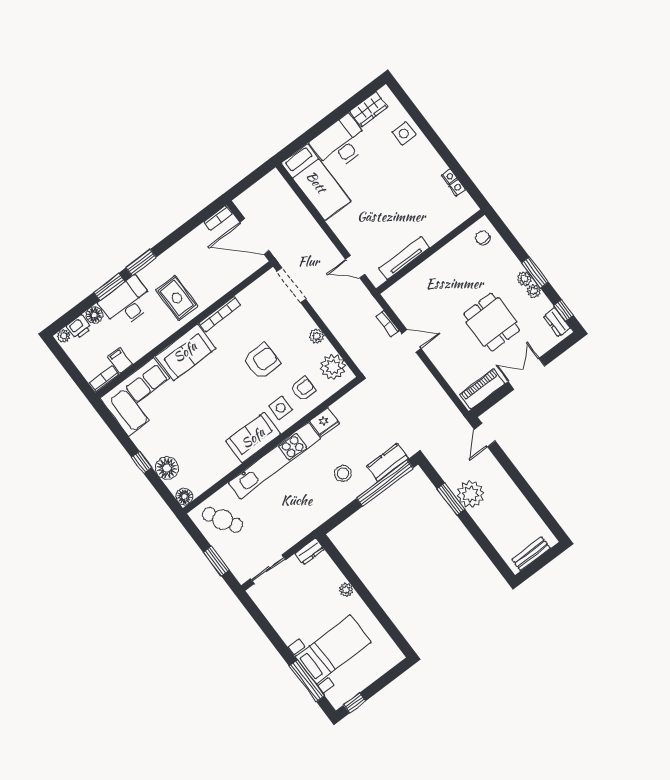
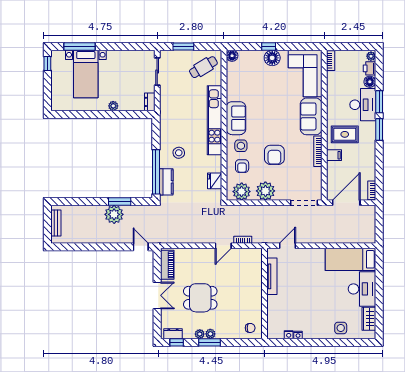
plant: (316, 336) -> (265, 191), width x1.88, depth x1.88
filing cabinet: (120, 360) -> (334, 155), moved
fridge: (324, 422) -> (215, 181), moved
floor lamp: (167, 468) -> (272, 58), moved

